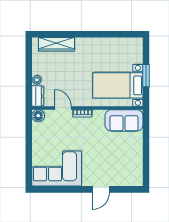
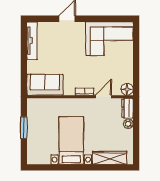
bed with nightstands: (118, 85) -> (71, 140), moved, turned -90
door: (63, 108) -> (103, 97), swing flipped
tv unit: (137, 167) -> (32, 41), added

